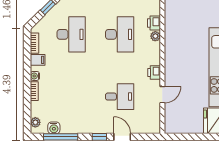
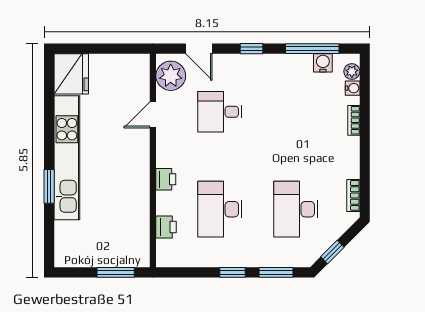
plant: (155, 36) -> (171, 76), moved, width x1.88, depth x1.88
filing cabinet: (38, 60) -> (348, 169), removed
printer: (154, 72) -> (166, 179), moved
water cooler: (35, 76) -> (353, 88), moved
door: (122, 137) -> (199, 49), moved

